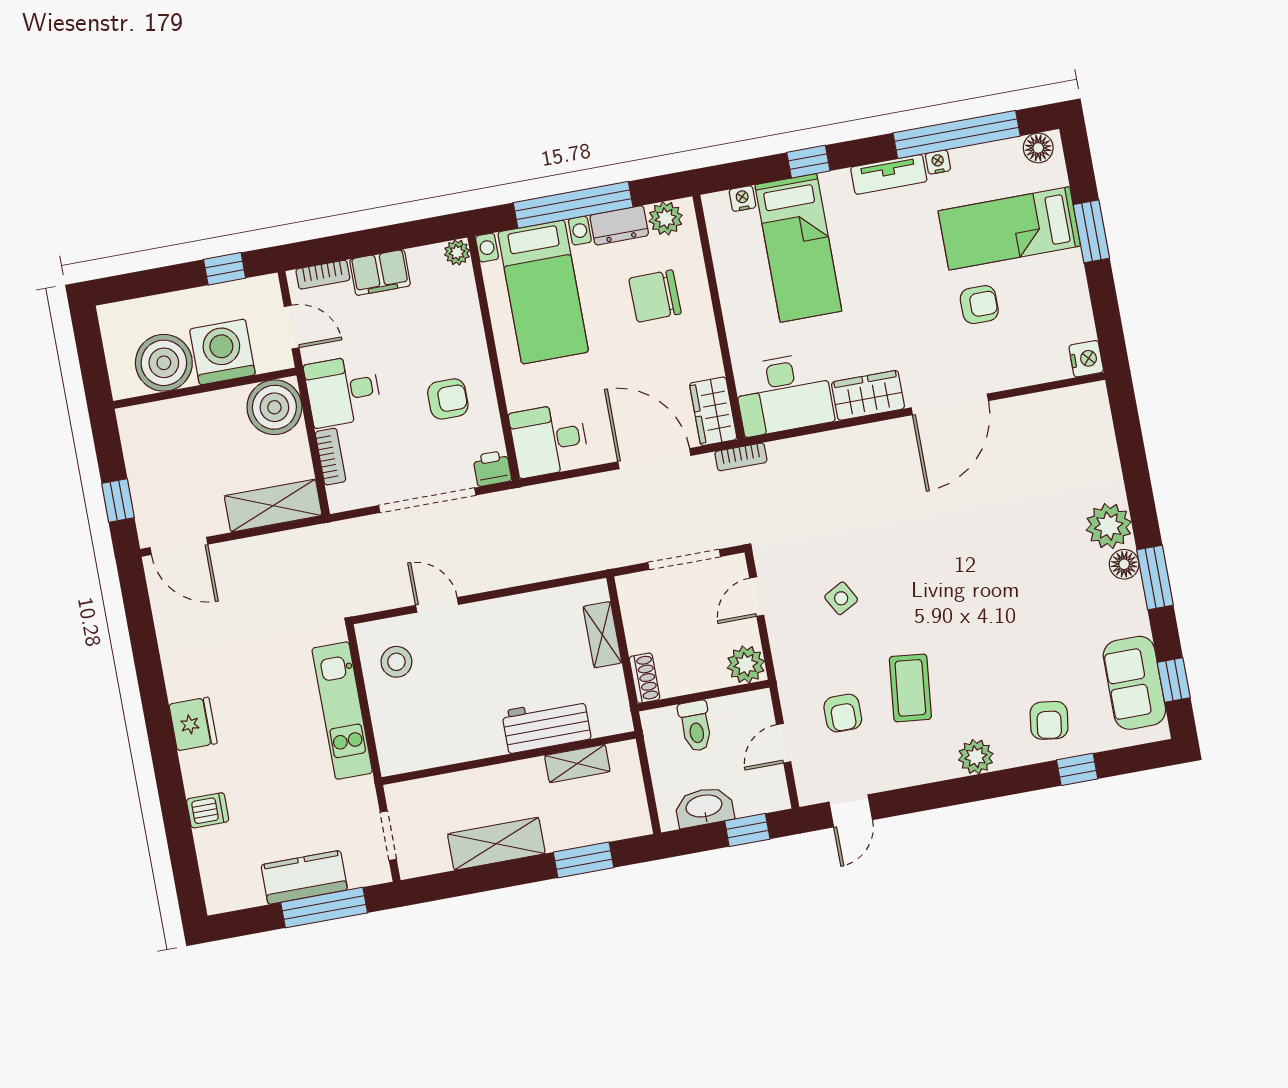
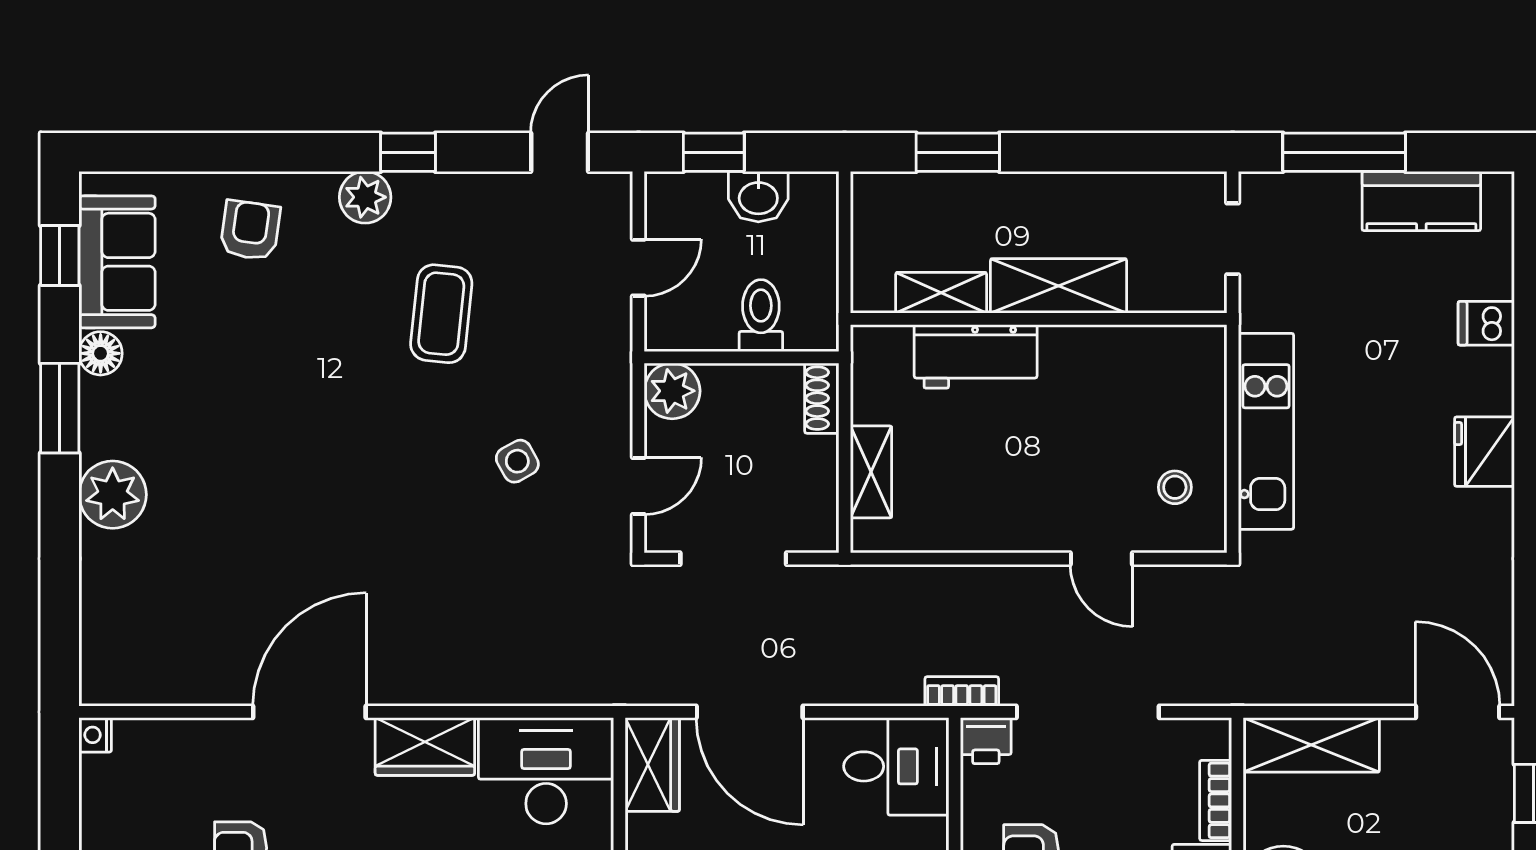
nightstand: (1086, 359) -> (95, 735), width x0.72, depth x0.74
bookcase: (741, 457) -> (962, 691), moved
floor lamp: (1124, 564) -> (101, 353), moved
stool: (396, 662) -> (1175, 487), width x0.73, depth x0.73
armchair: (843, 713) -> (545, 295), removed
window: (1077, 769) -> (408, 152), moved
washbasin: (704, 807) -> (758, 197), width x0.72
shelving: (496, 844) -> (1059, 286), moved
kitchen counter: (304, 877) -> (1421, 201), moved

